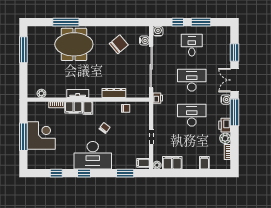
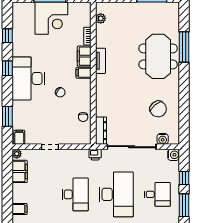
desk: (192, 80) -> (116, 194), width x1.36, depth x1.30
dresser: (114, 93) -> (101, 131), moved

